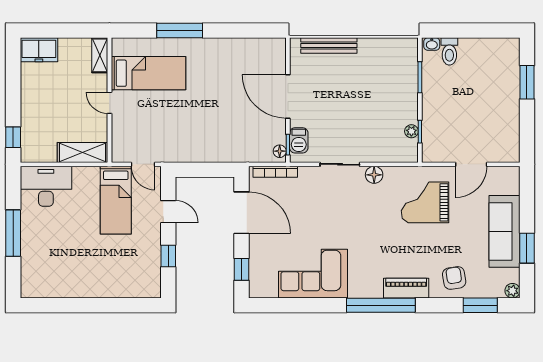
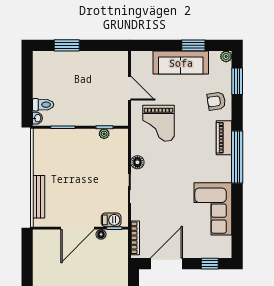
floor lamp: (280, 151) -> (101, 234), moved

